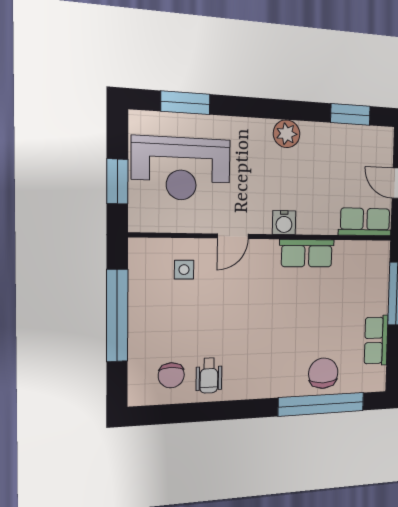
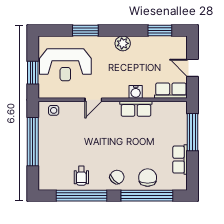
window: (186, 103) -> (85, 31), moved
water cooler: (284, 223) -> (136, 92), moved
side table: (184, 270) -> (54, 110), moved
chair: (171, 375) -> (117, 177), moved, turned -132
window: (209, 411) -> (81, 196), added

